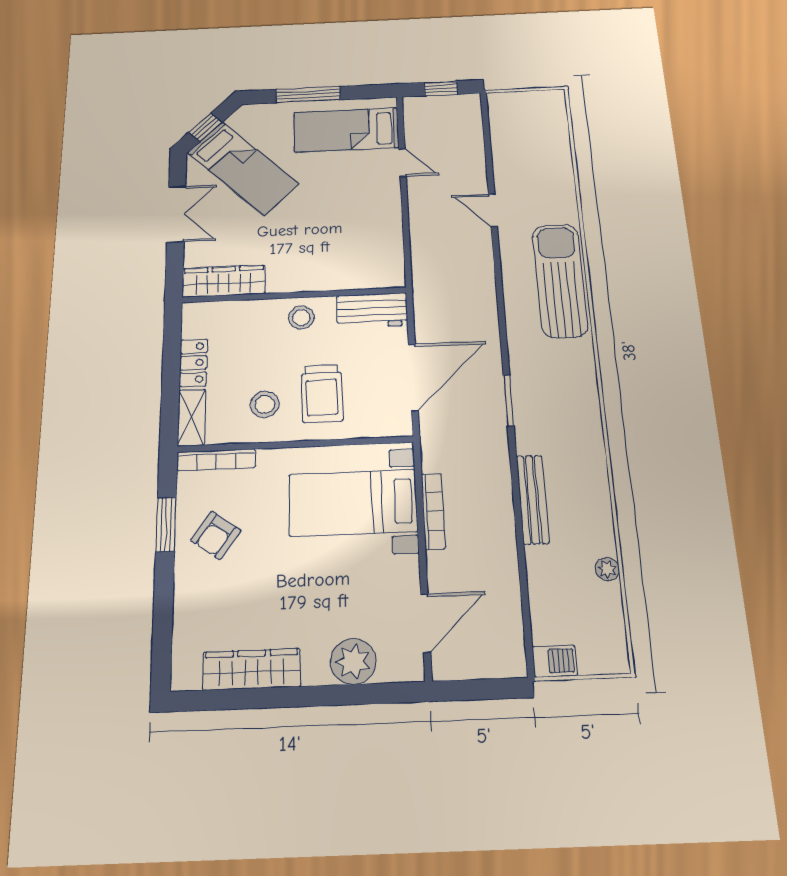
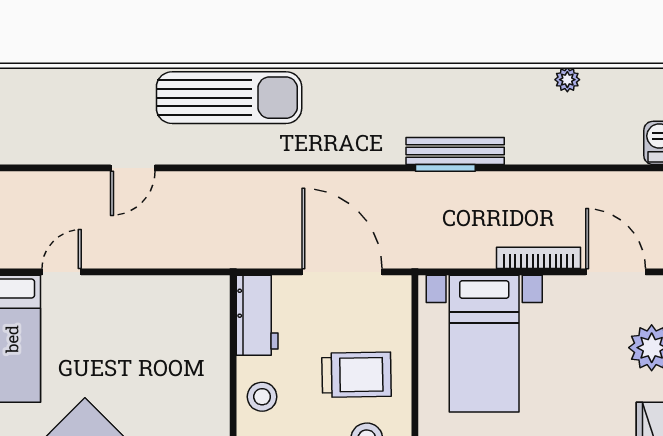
sun lounger: (560, 280) -> (229, 98), turned 180
window: (509, 400) -> (445, 168), moved
bench: (533, 499) -> (455, 151), moved
bookcase: (433, 511) -> (538, 258), moved

